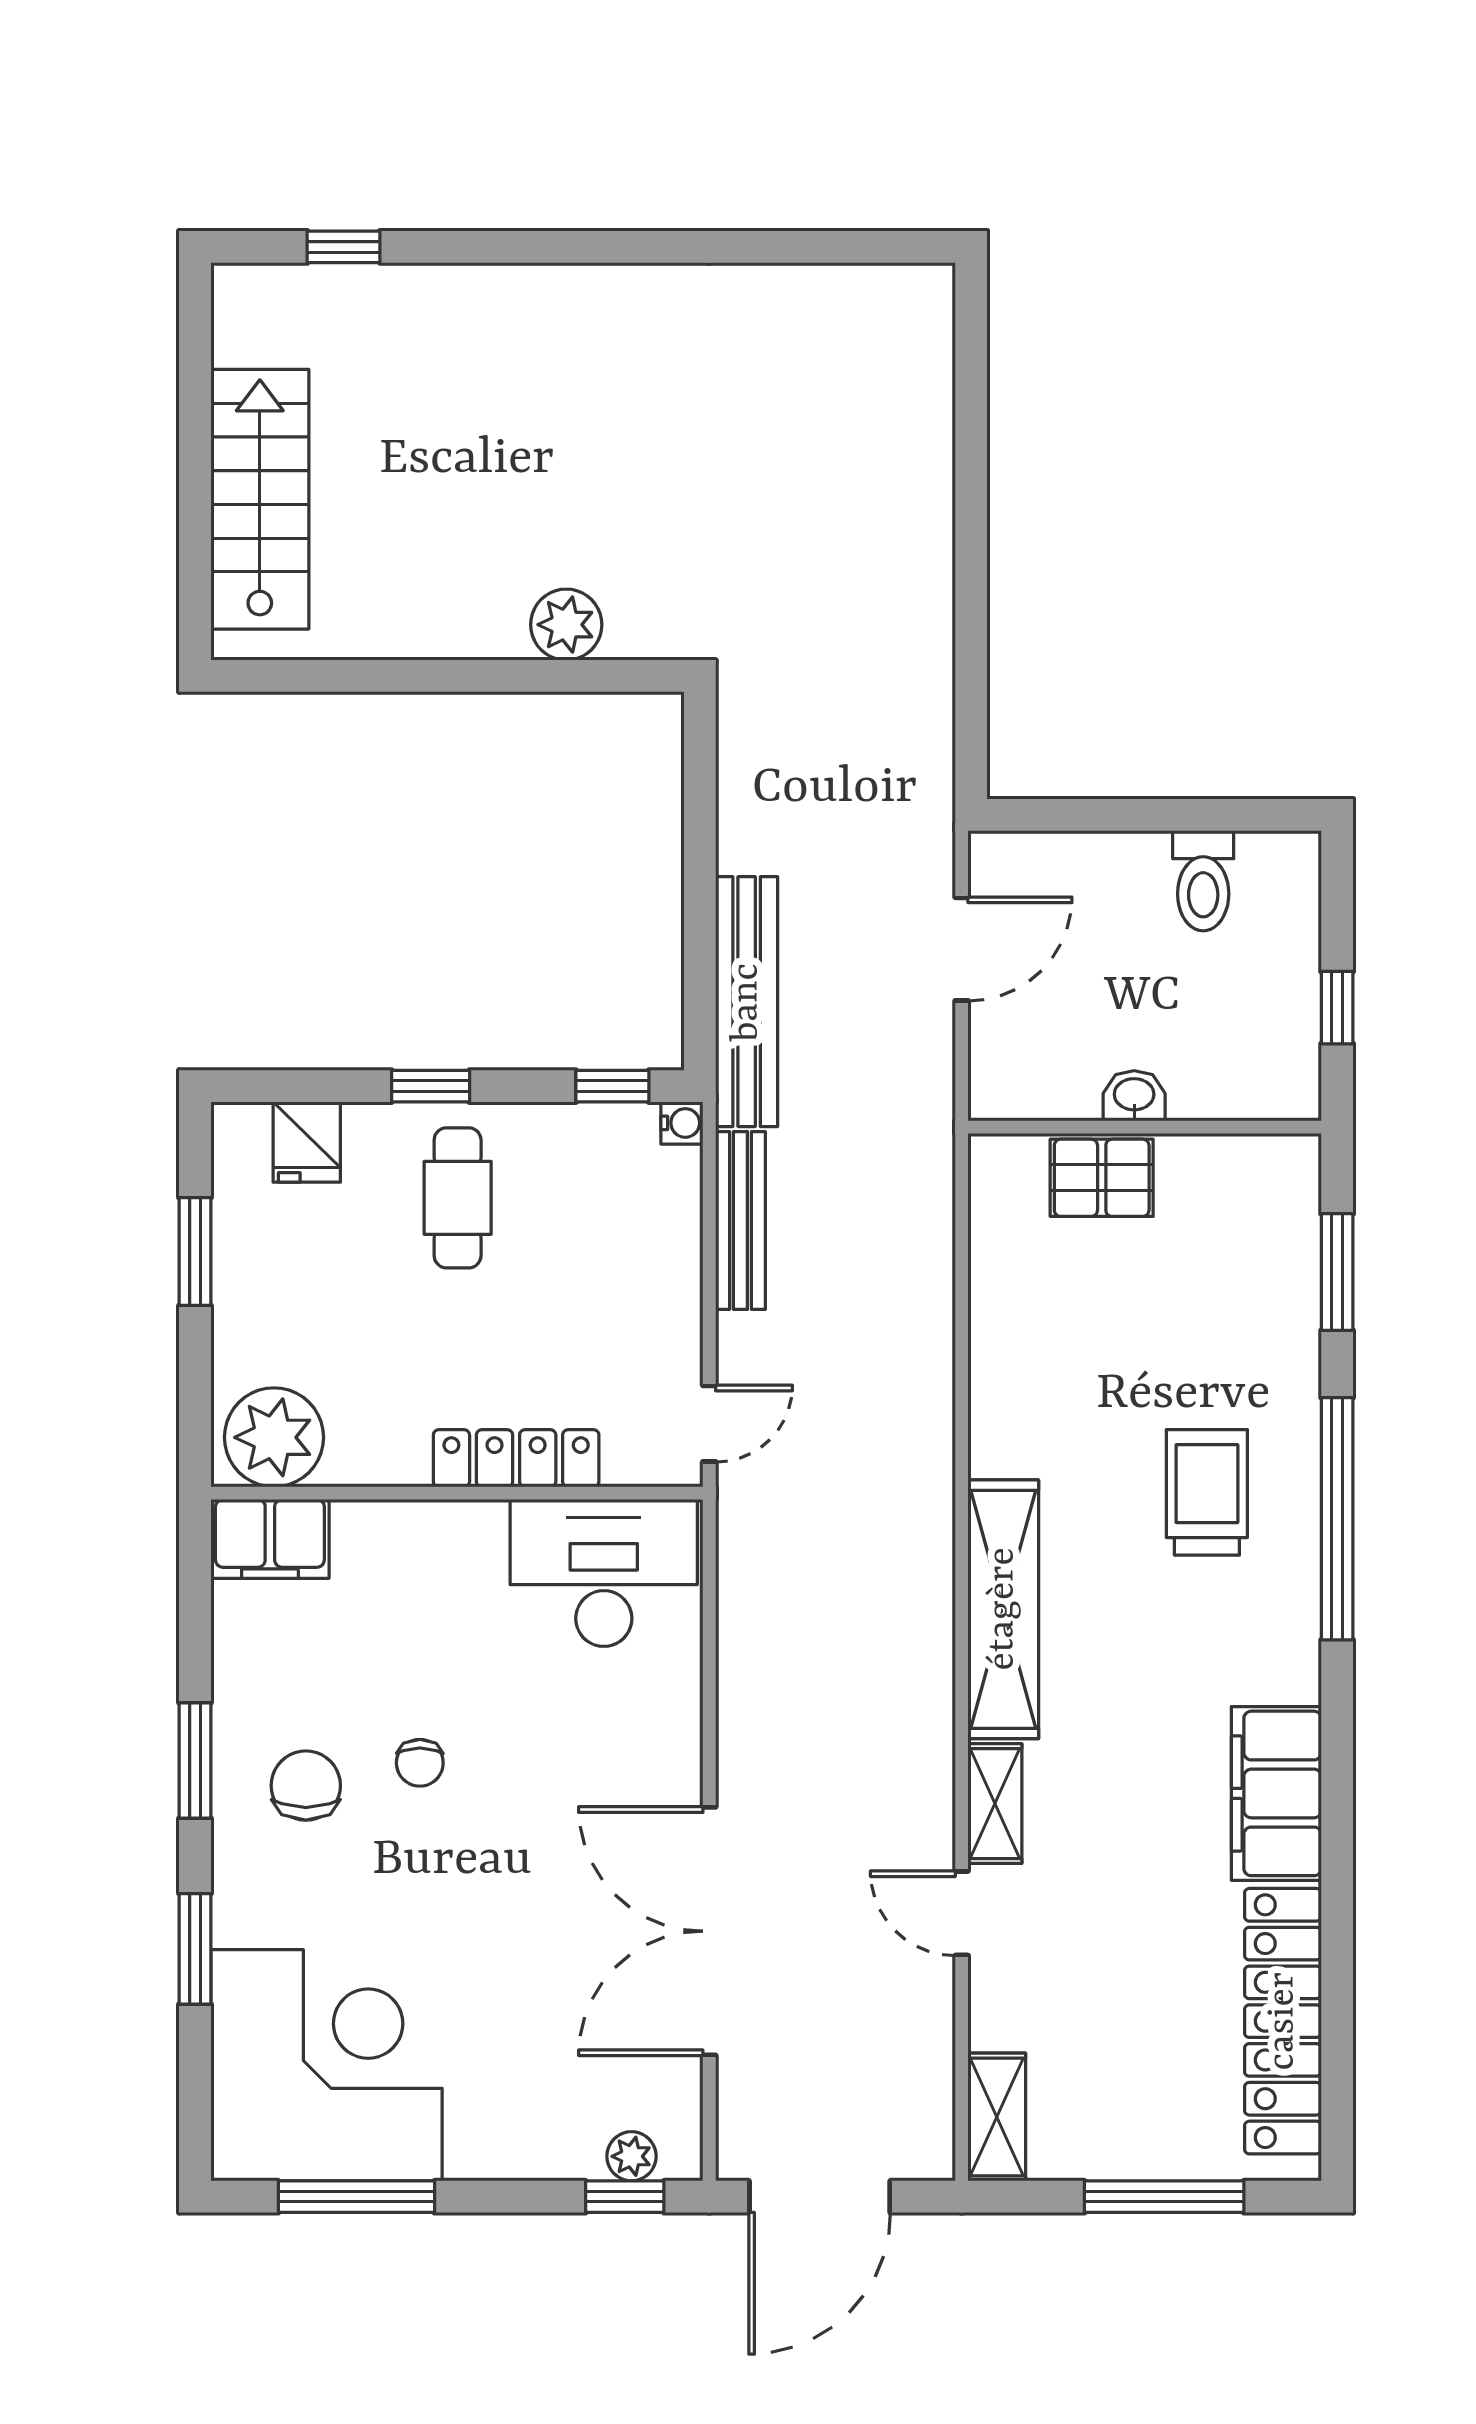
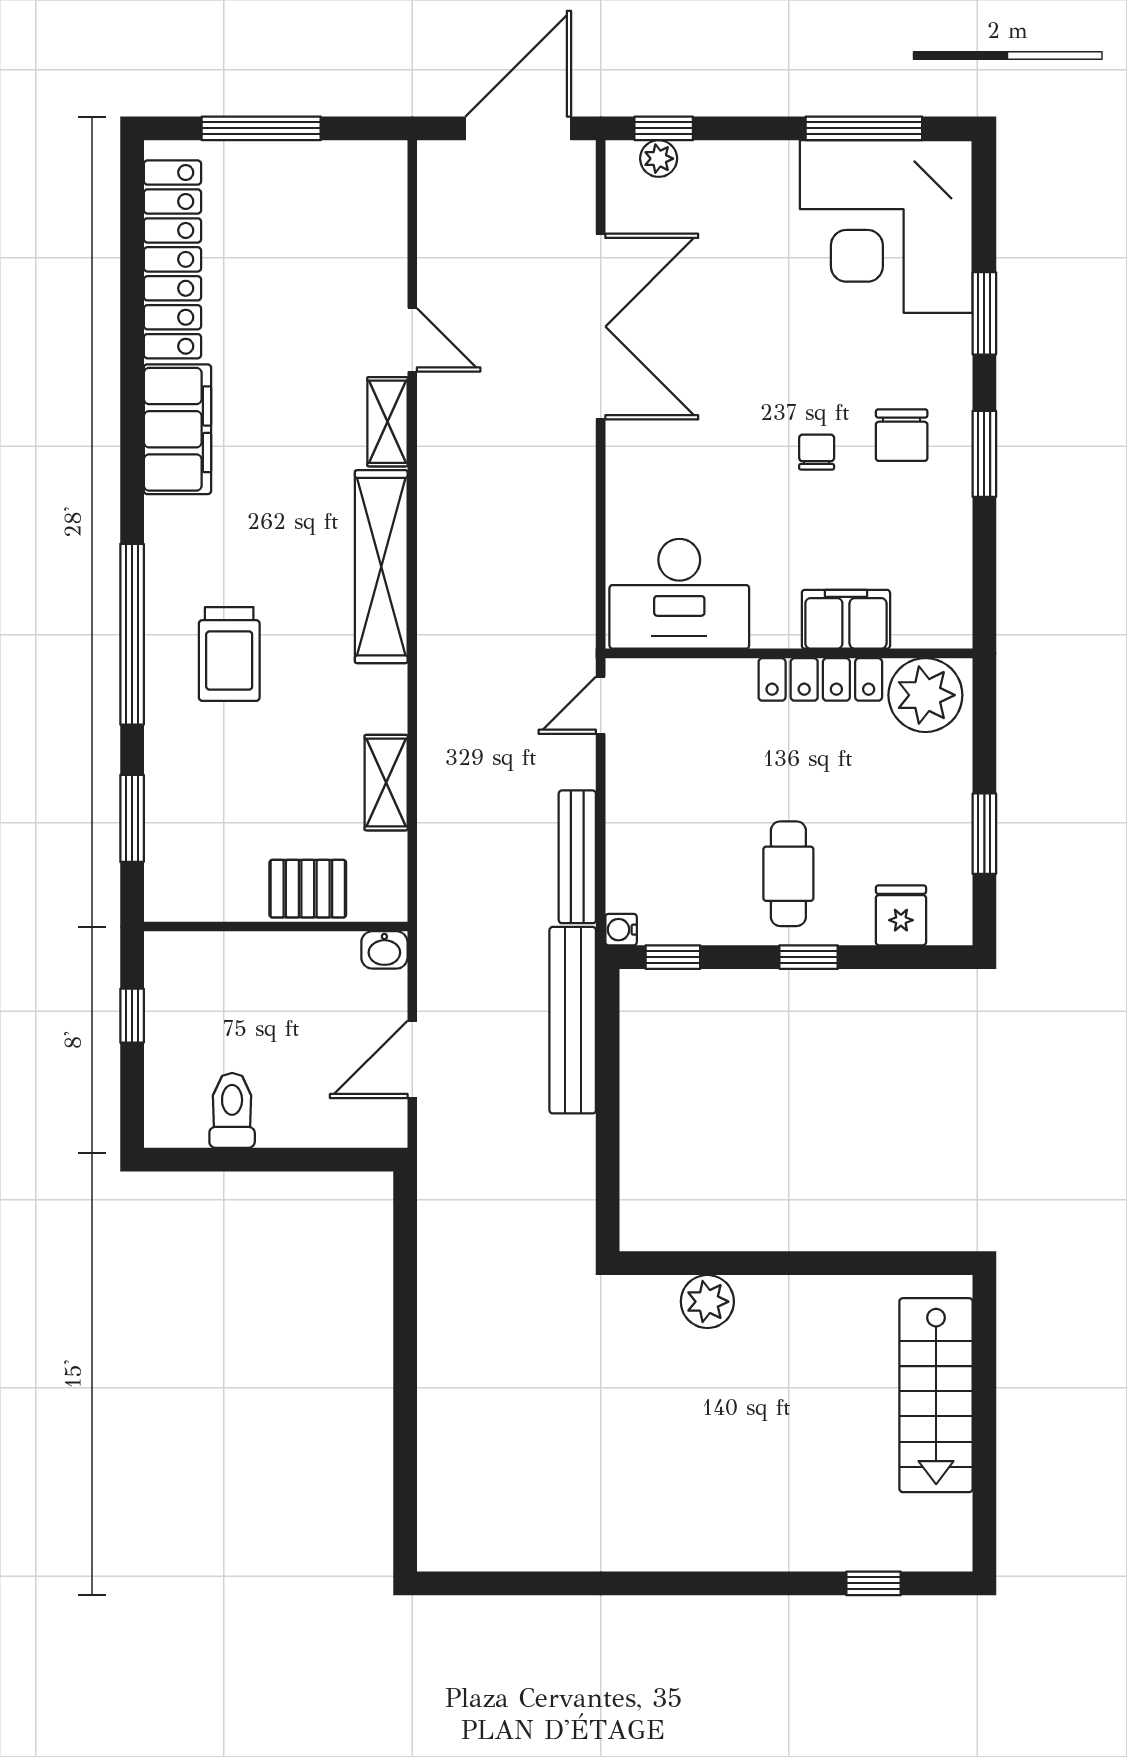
washbasin: (1134, 1096) -> (384, 950), moved
locker: (516, 1458) -> (820, 679), moved
filing cabinet: (270, 1539) -> (846, 619), moved
shelving: (997, 2117) -> (386, 783), moved

